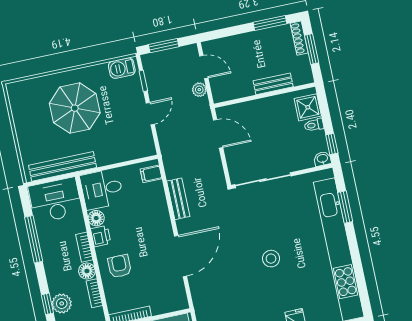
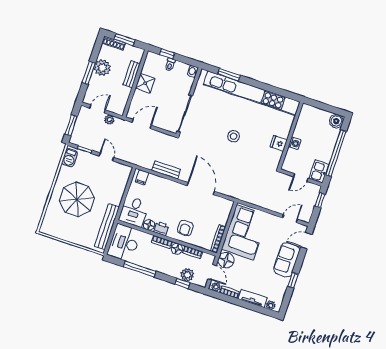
window: (270, 23) -> (89, 73), moved
plant: (260, 42) -> (102, 68), added
shower: (308, 107) -> (145, 83), moved
window: (332, 144) -> (167, 54), moved
armchair: (119, 266) -> (185, 228), turned -90

